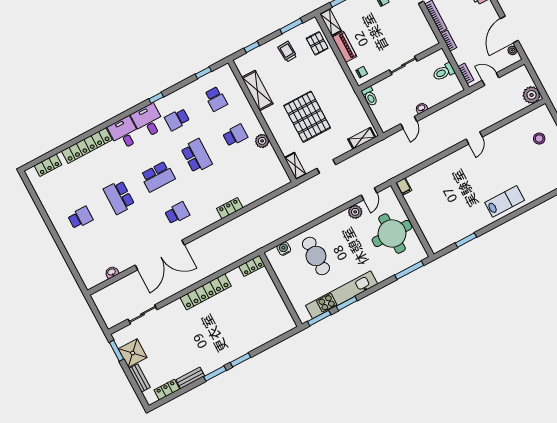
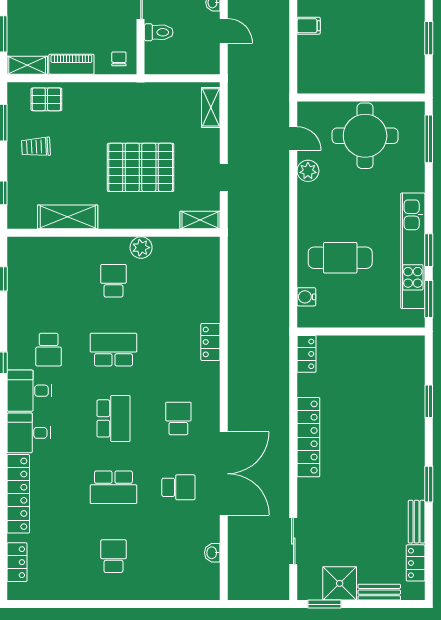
toilet: (370, 96) -> (159, 32), moved
school desk: (216, 99) -> (178, 487), moved
filing cabinet: (404, 187) -> (309, 26), moved
window: (240, 360) -> (429, 401), moved

